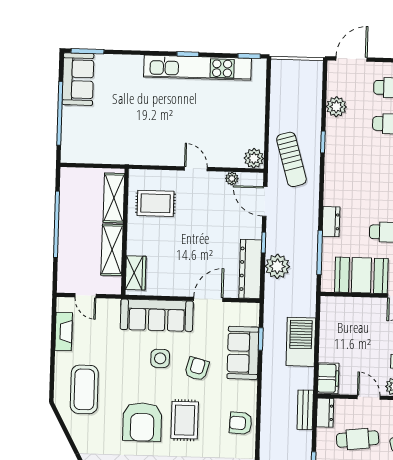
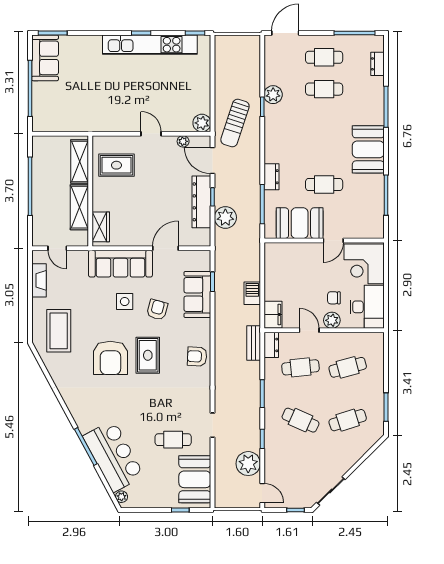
plant: (336, 107) -> (273, 95), moved
sun lounger: (291, 159) -> (235, 123), turned 34
dresser: (250, 269) -> (201, 202), moved
barbecue: (301, 342) -> (252, 293), width x0.53, depth x0.65

